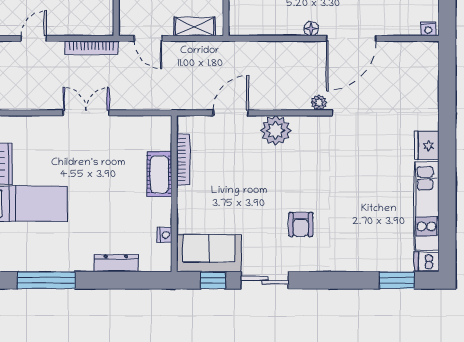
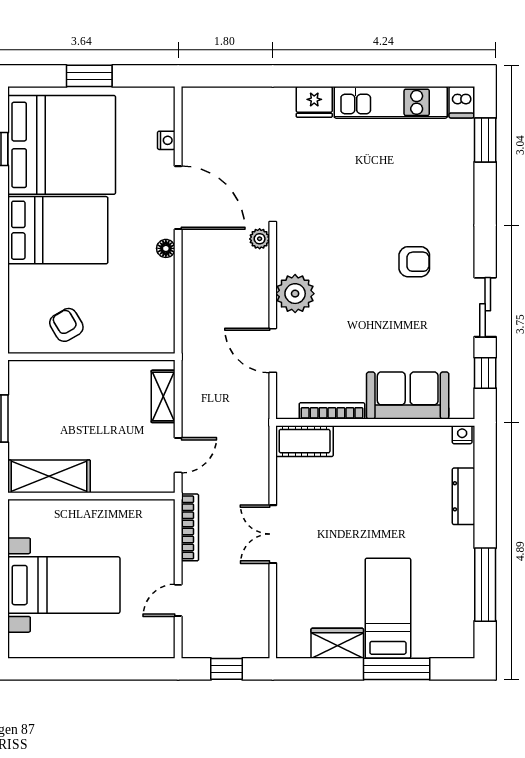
nightstand: (428, 29) -> (166, 140), moved
door: (34, 38) -> (178, 600), hinge flipped
cot: (159, 174) -> (305, 441), moved
nightstand: (164, 235) -> (462, 435), moved
sofa: (209, 253) -> (408, 395), moved, turned 90

